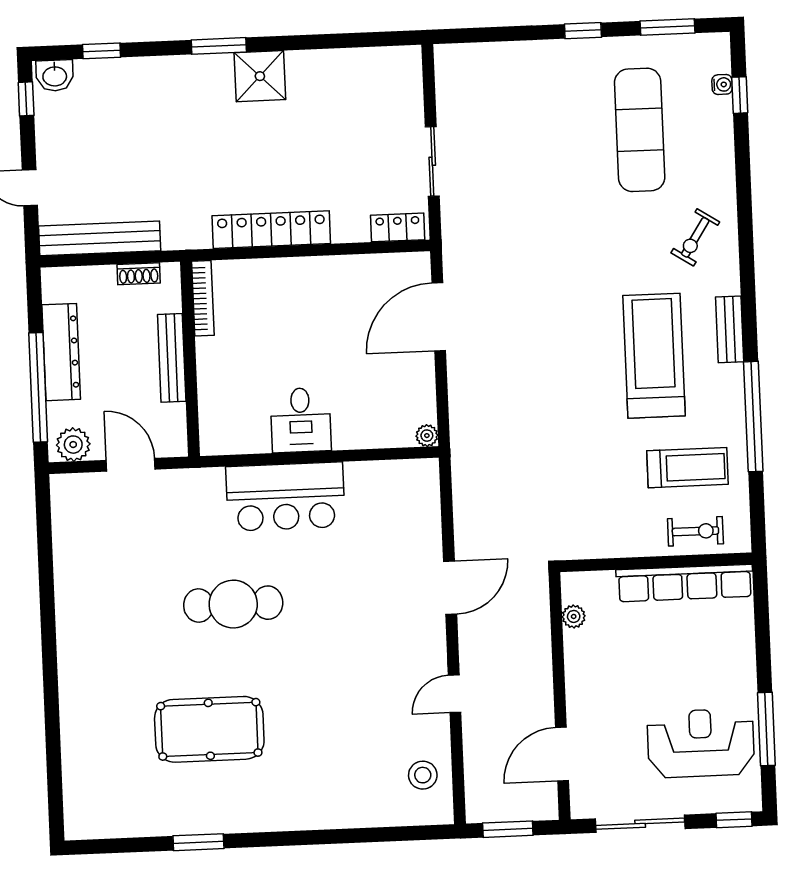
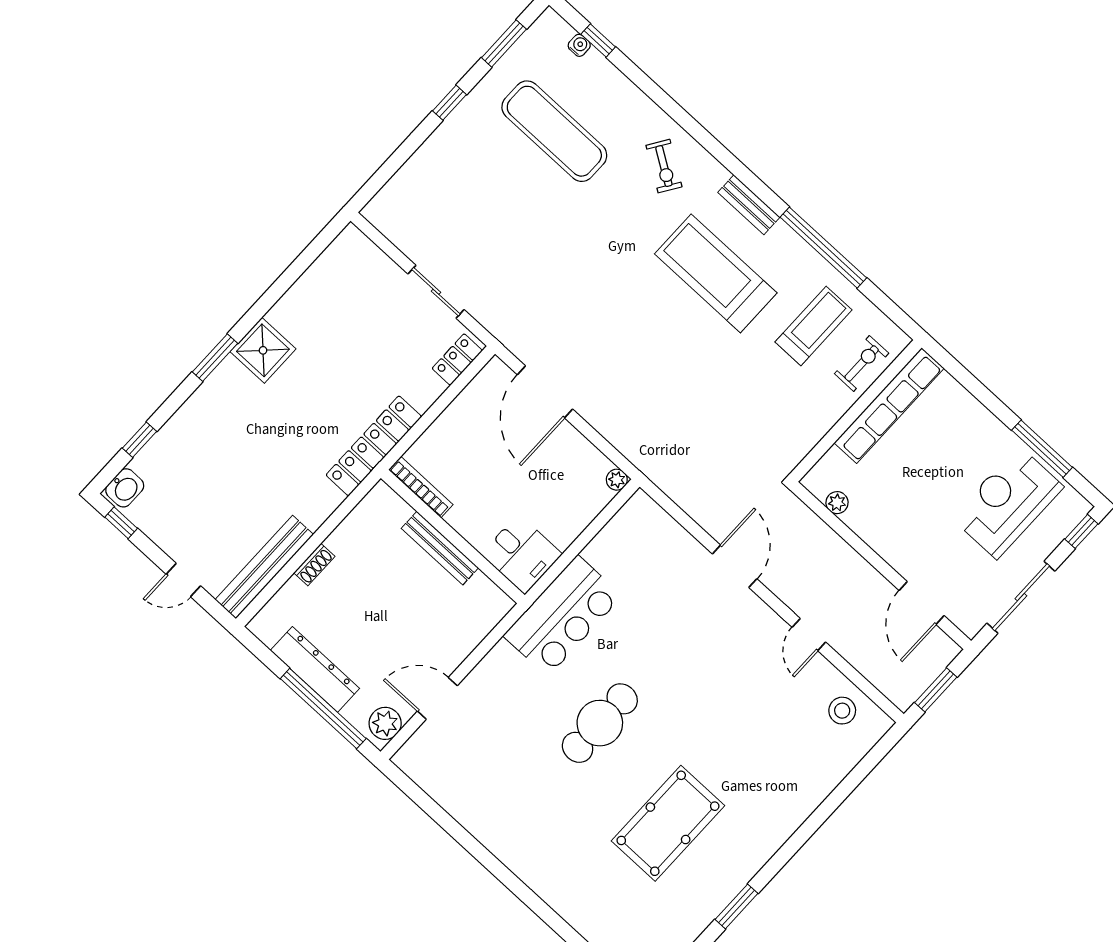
bookcase: (203, 298) -> (421, 487), moved
bench: (172, 358) -> (440, 548), moved
wall: (190, 359) -> (453, 536), moved

